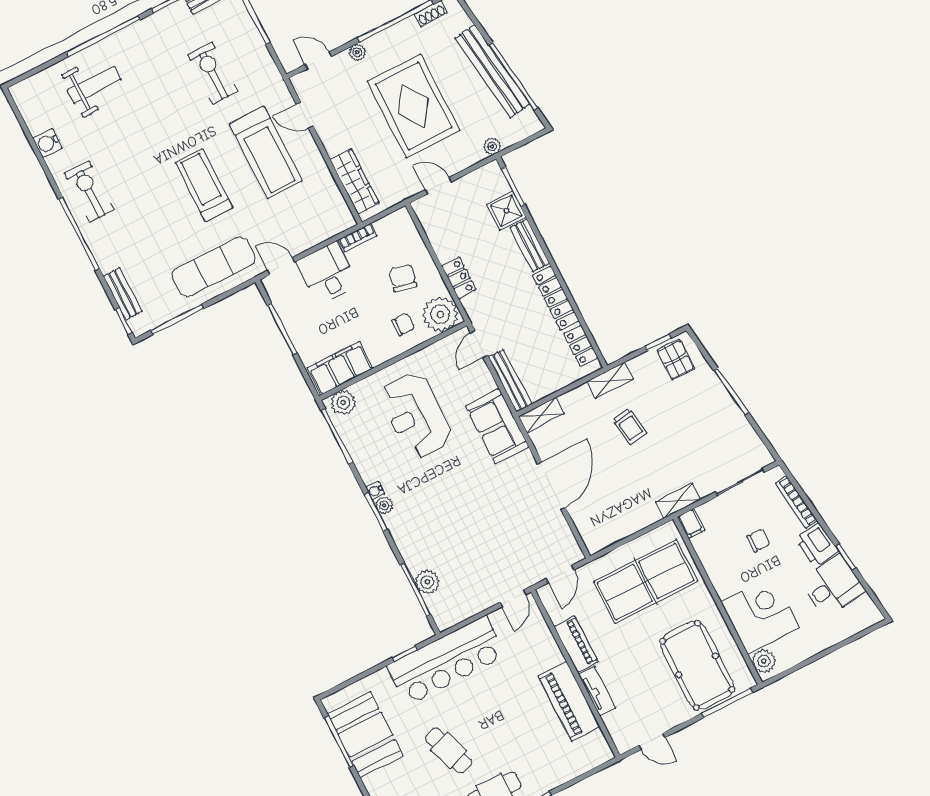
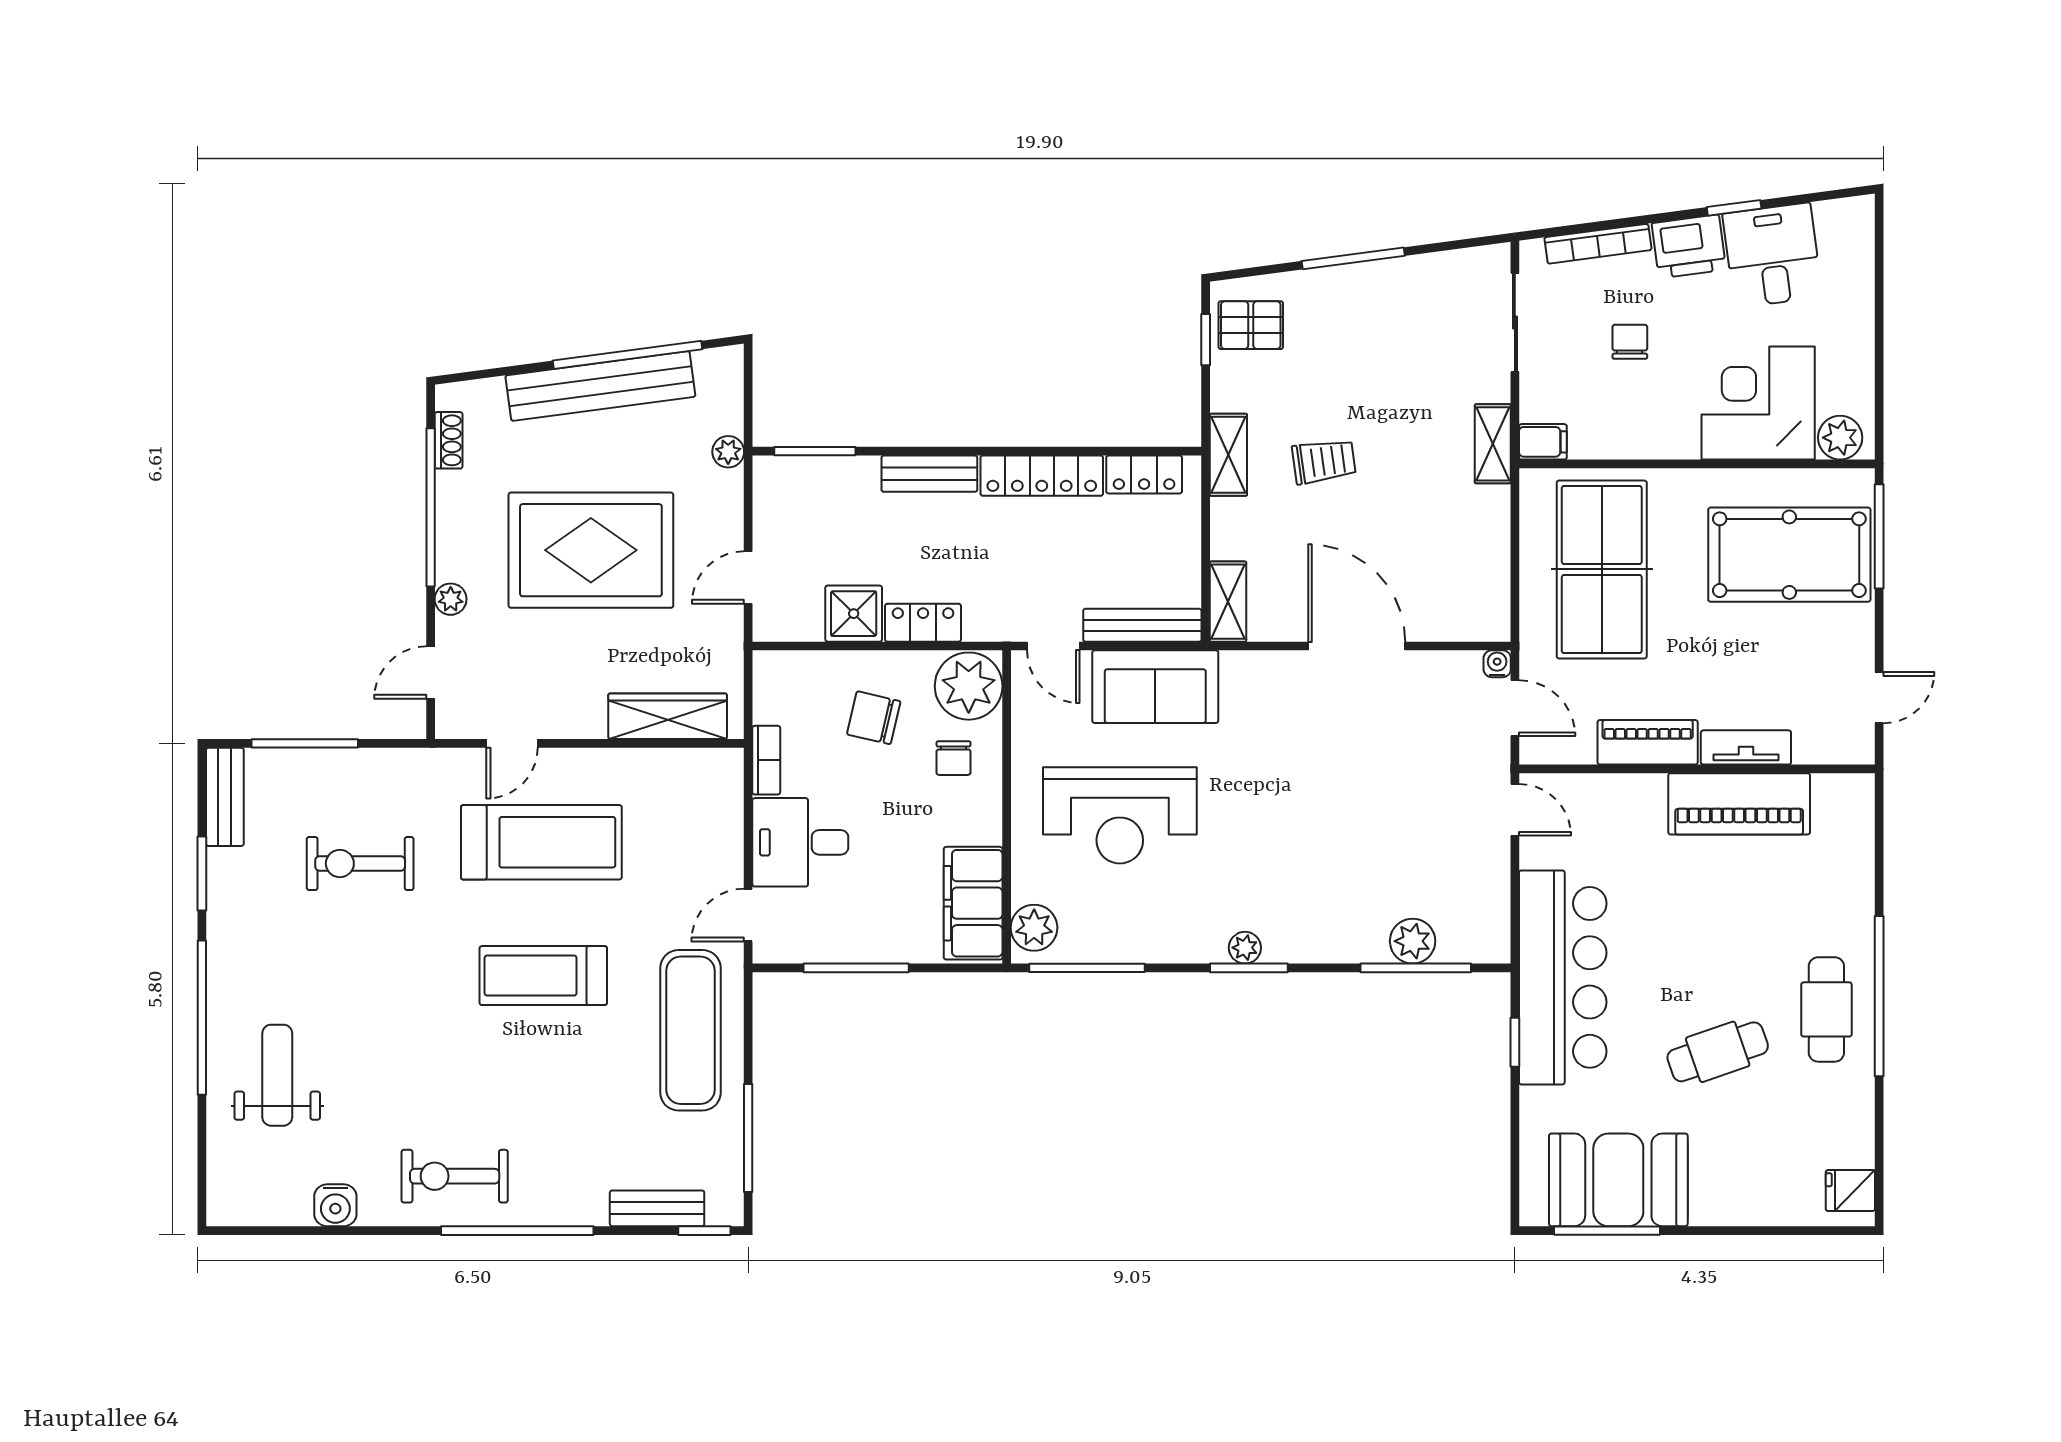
shower: (506, 211) -> (854, 614), moved
chair: (403, 324) -> (953, 758), turned 180
sofa: (497, 426) -> (1155, 687), moved
water cooler: (375, 491) -> (1497, 664), moved, turned 180

